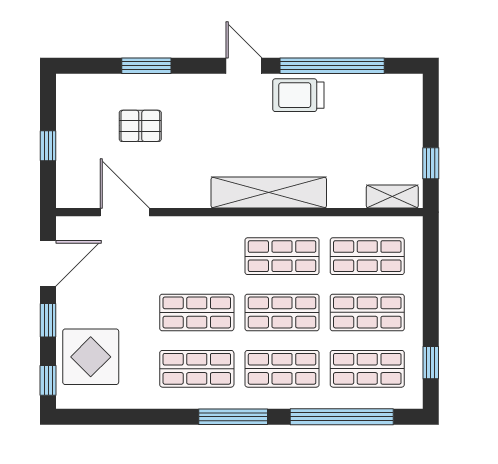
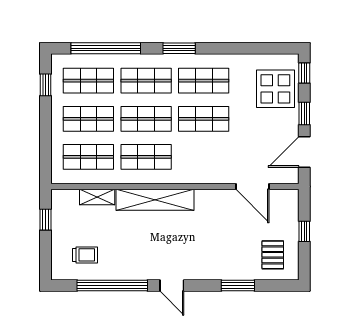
trolley: (298, 95) -> (85, 255), moved, width x0.73, depth x0.72
pallet: (140, 126) -> (273, 255), moved, turned 90
shelving: (392, 197) -> (97, 197), moved
window: (233, 417) -> (179, 48), width x0.69

